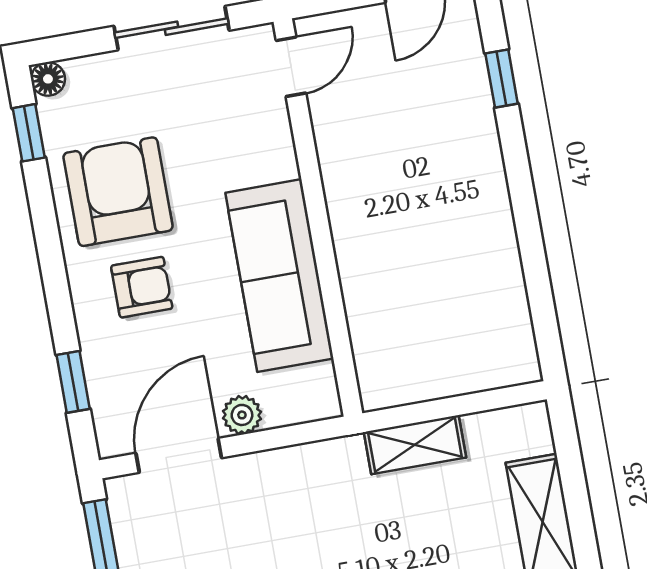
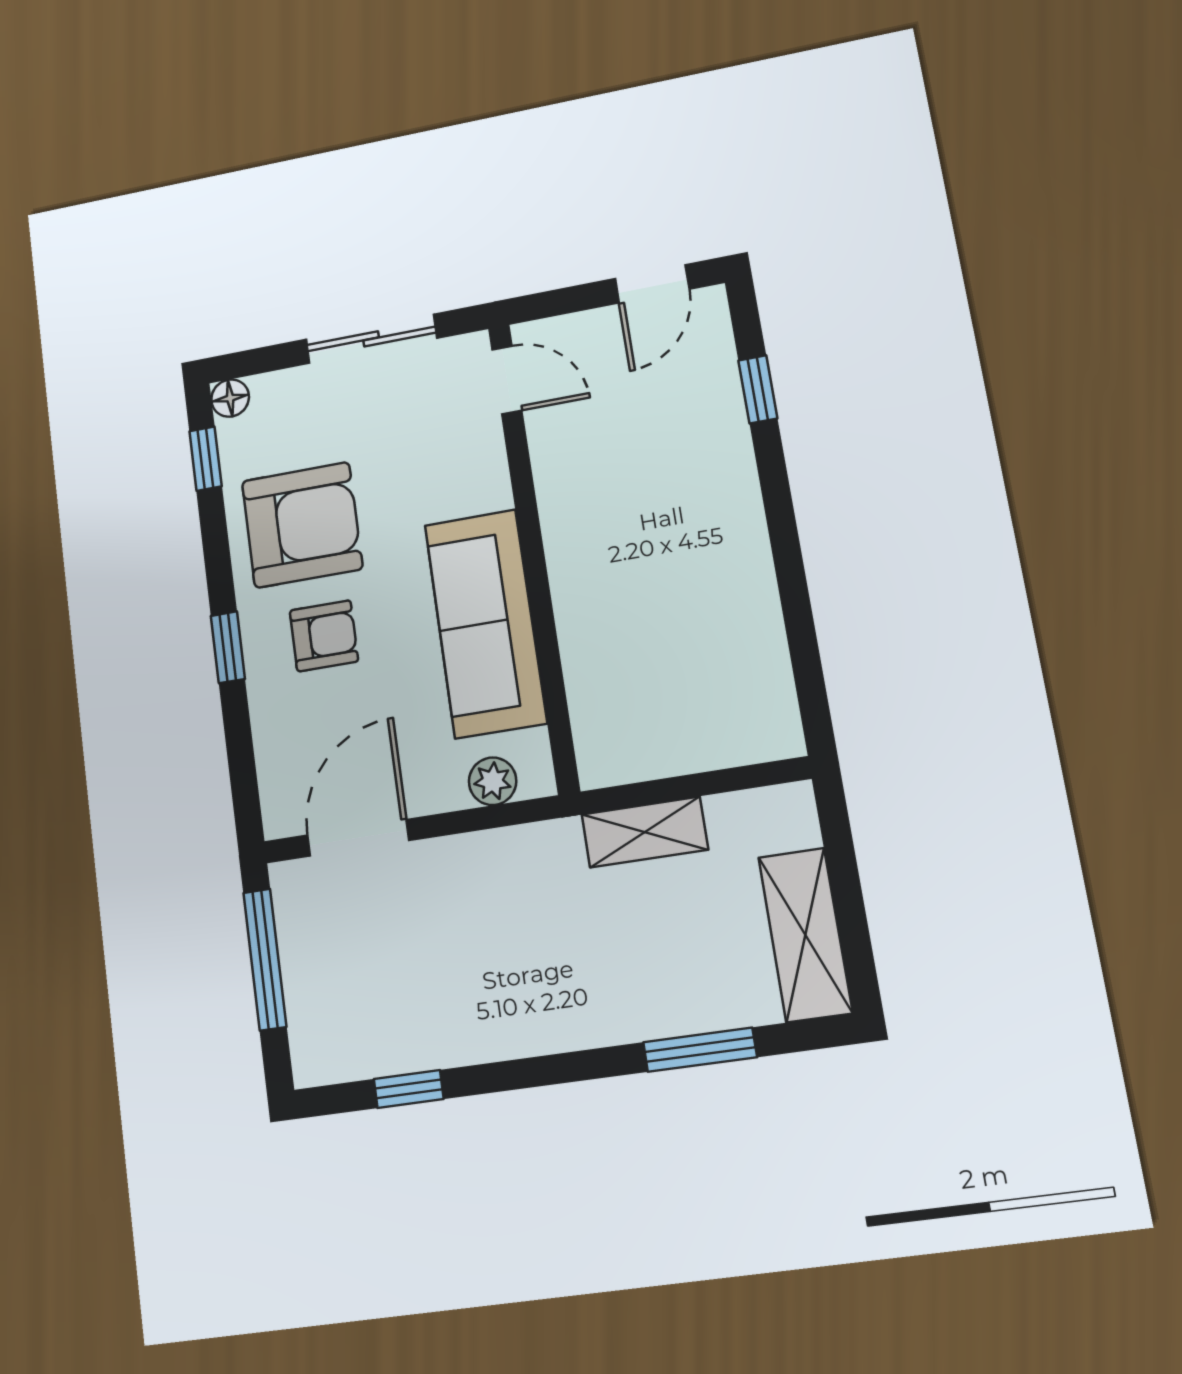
door: (291, 67) -> (507, 380), hinge flipped
armchair: (118, 192) -> (302, 525), turned 90
window: (73, 382) -> (228, 647), moved
plant: (242, 415) -> (493, 781), moved

